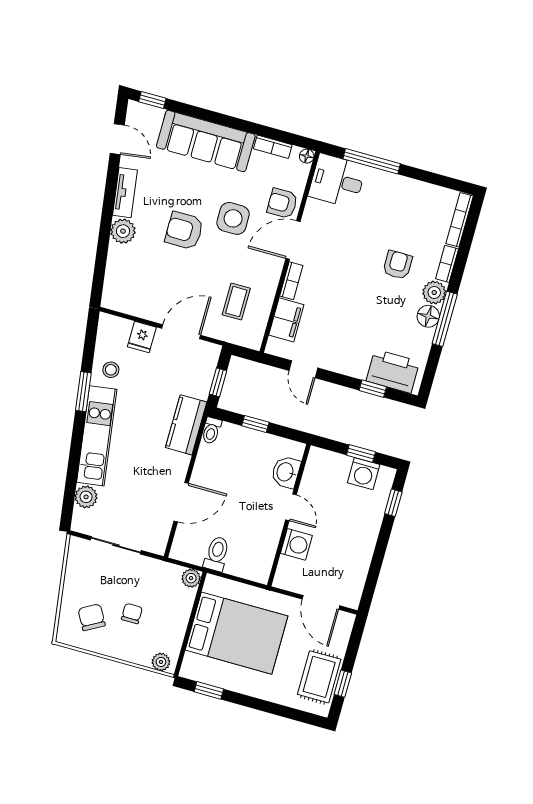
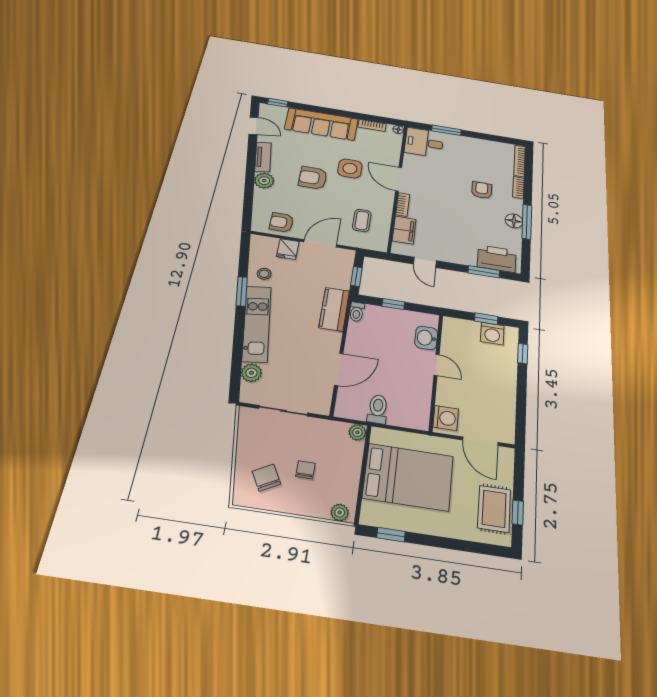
window: (372, 161) -> (446, 130), width x0.69
armchair: (282, 203) -> (282, 222), moved
door: (293, 240) -> (399, 179), hinge flipped
plant: (434, 293) -> (514, 206), removed
window: (373, 389) -> (484, 272), width x1.50
washing machine: (296, 544) -> (446, 418), moved

